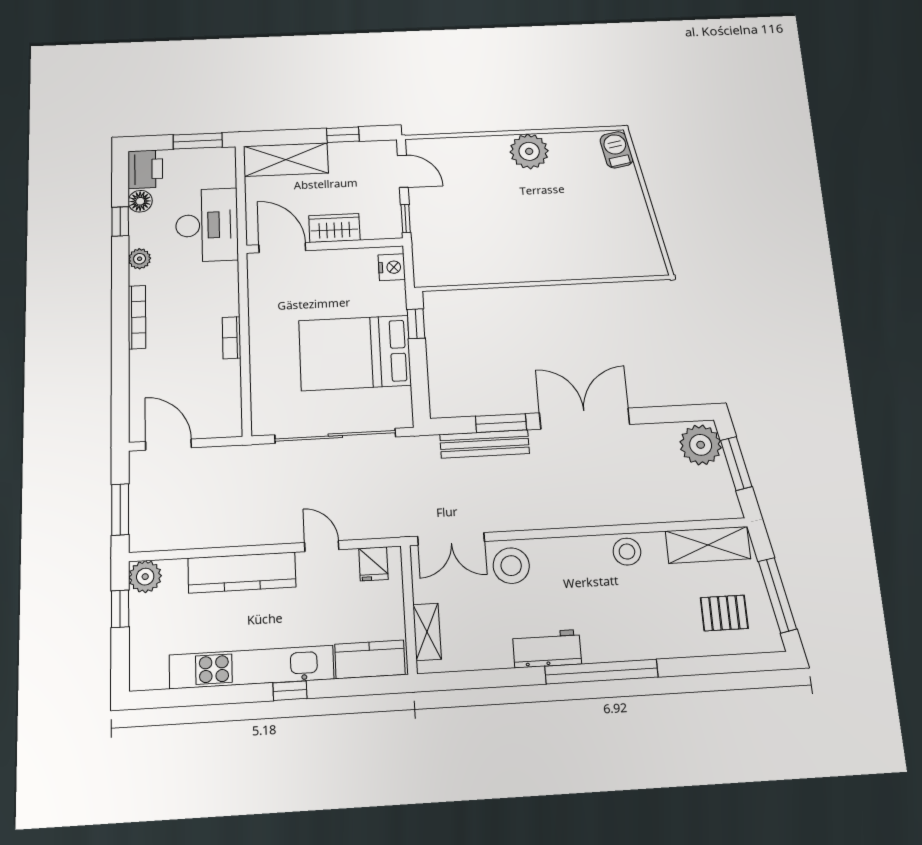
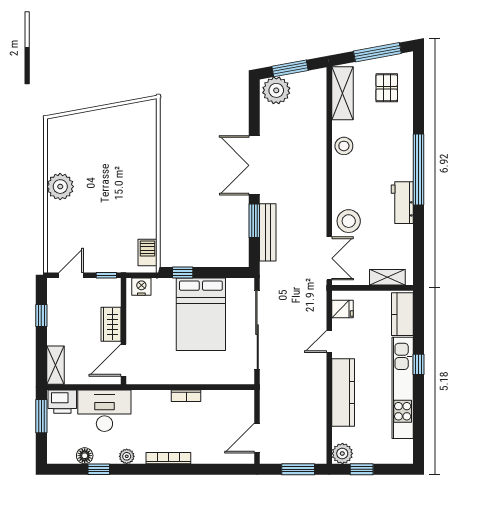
barbecue: (616, 150) -> (147, 252), moved, turned 100
shelving: (286, 160) -> (55, 365), width x0.67, depth x0.75
printer: (145, 169) -> (62, 402), moved, turned 180

